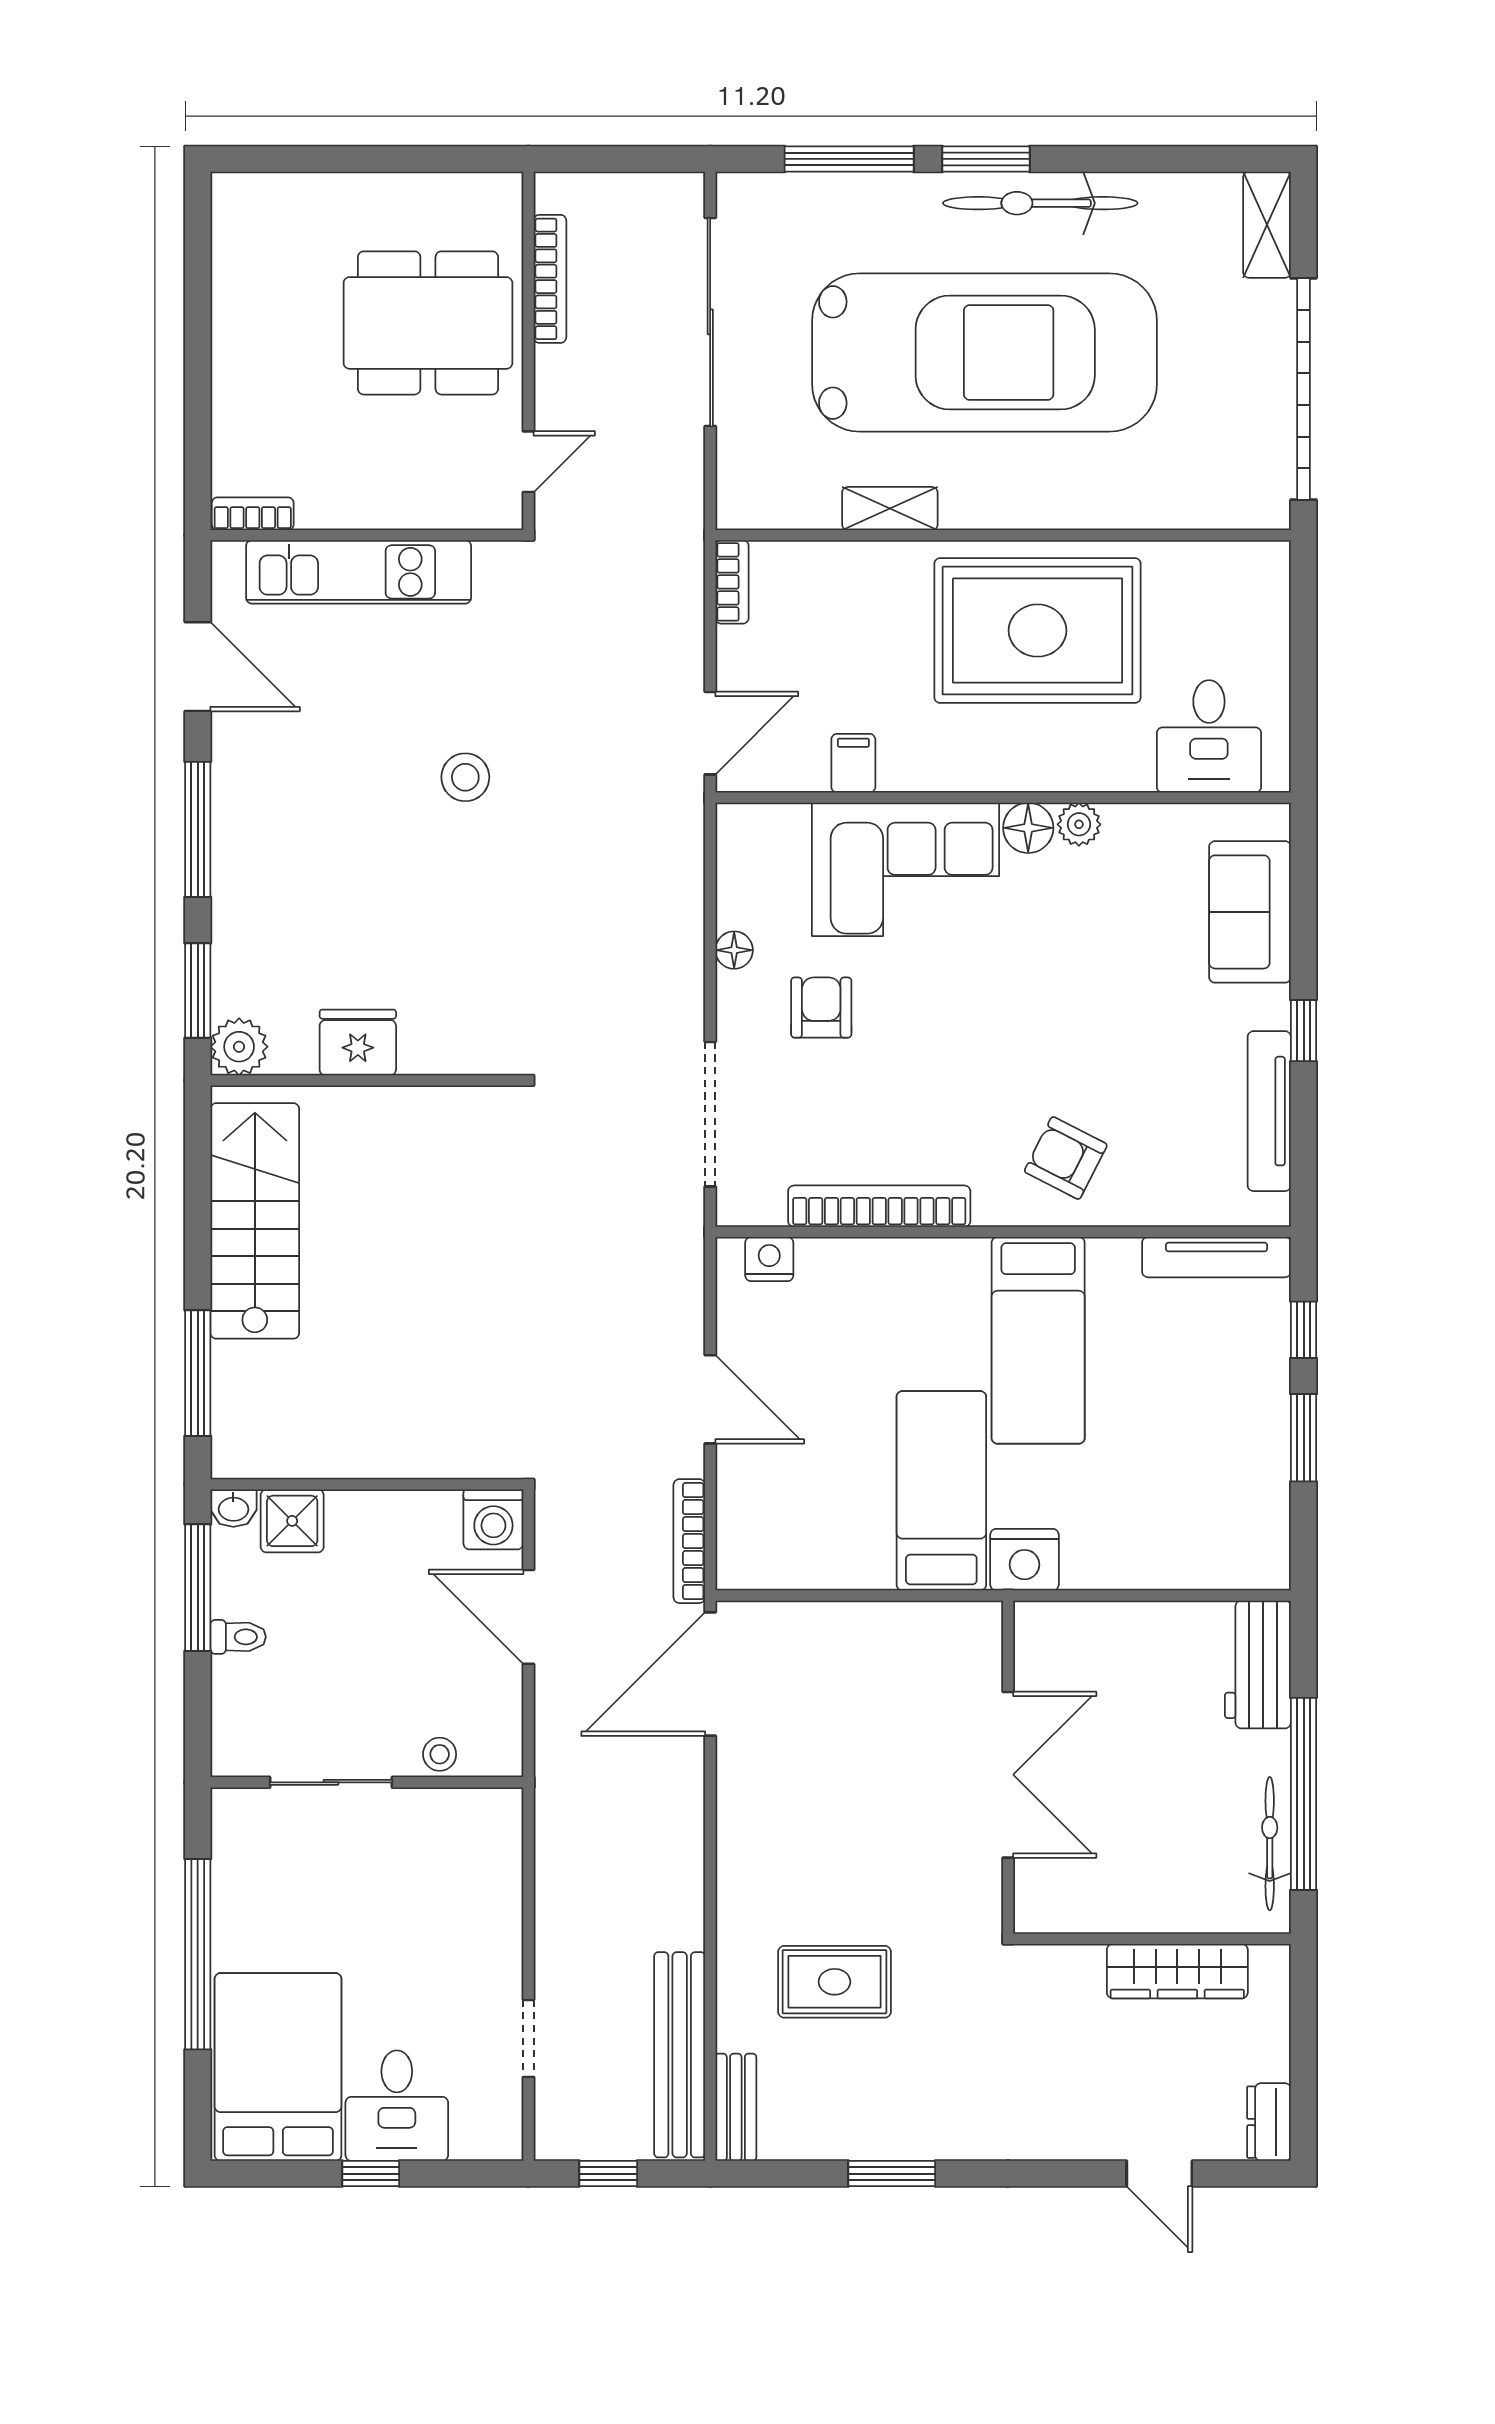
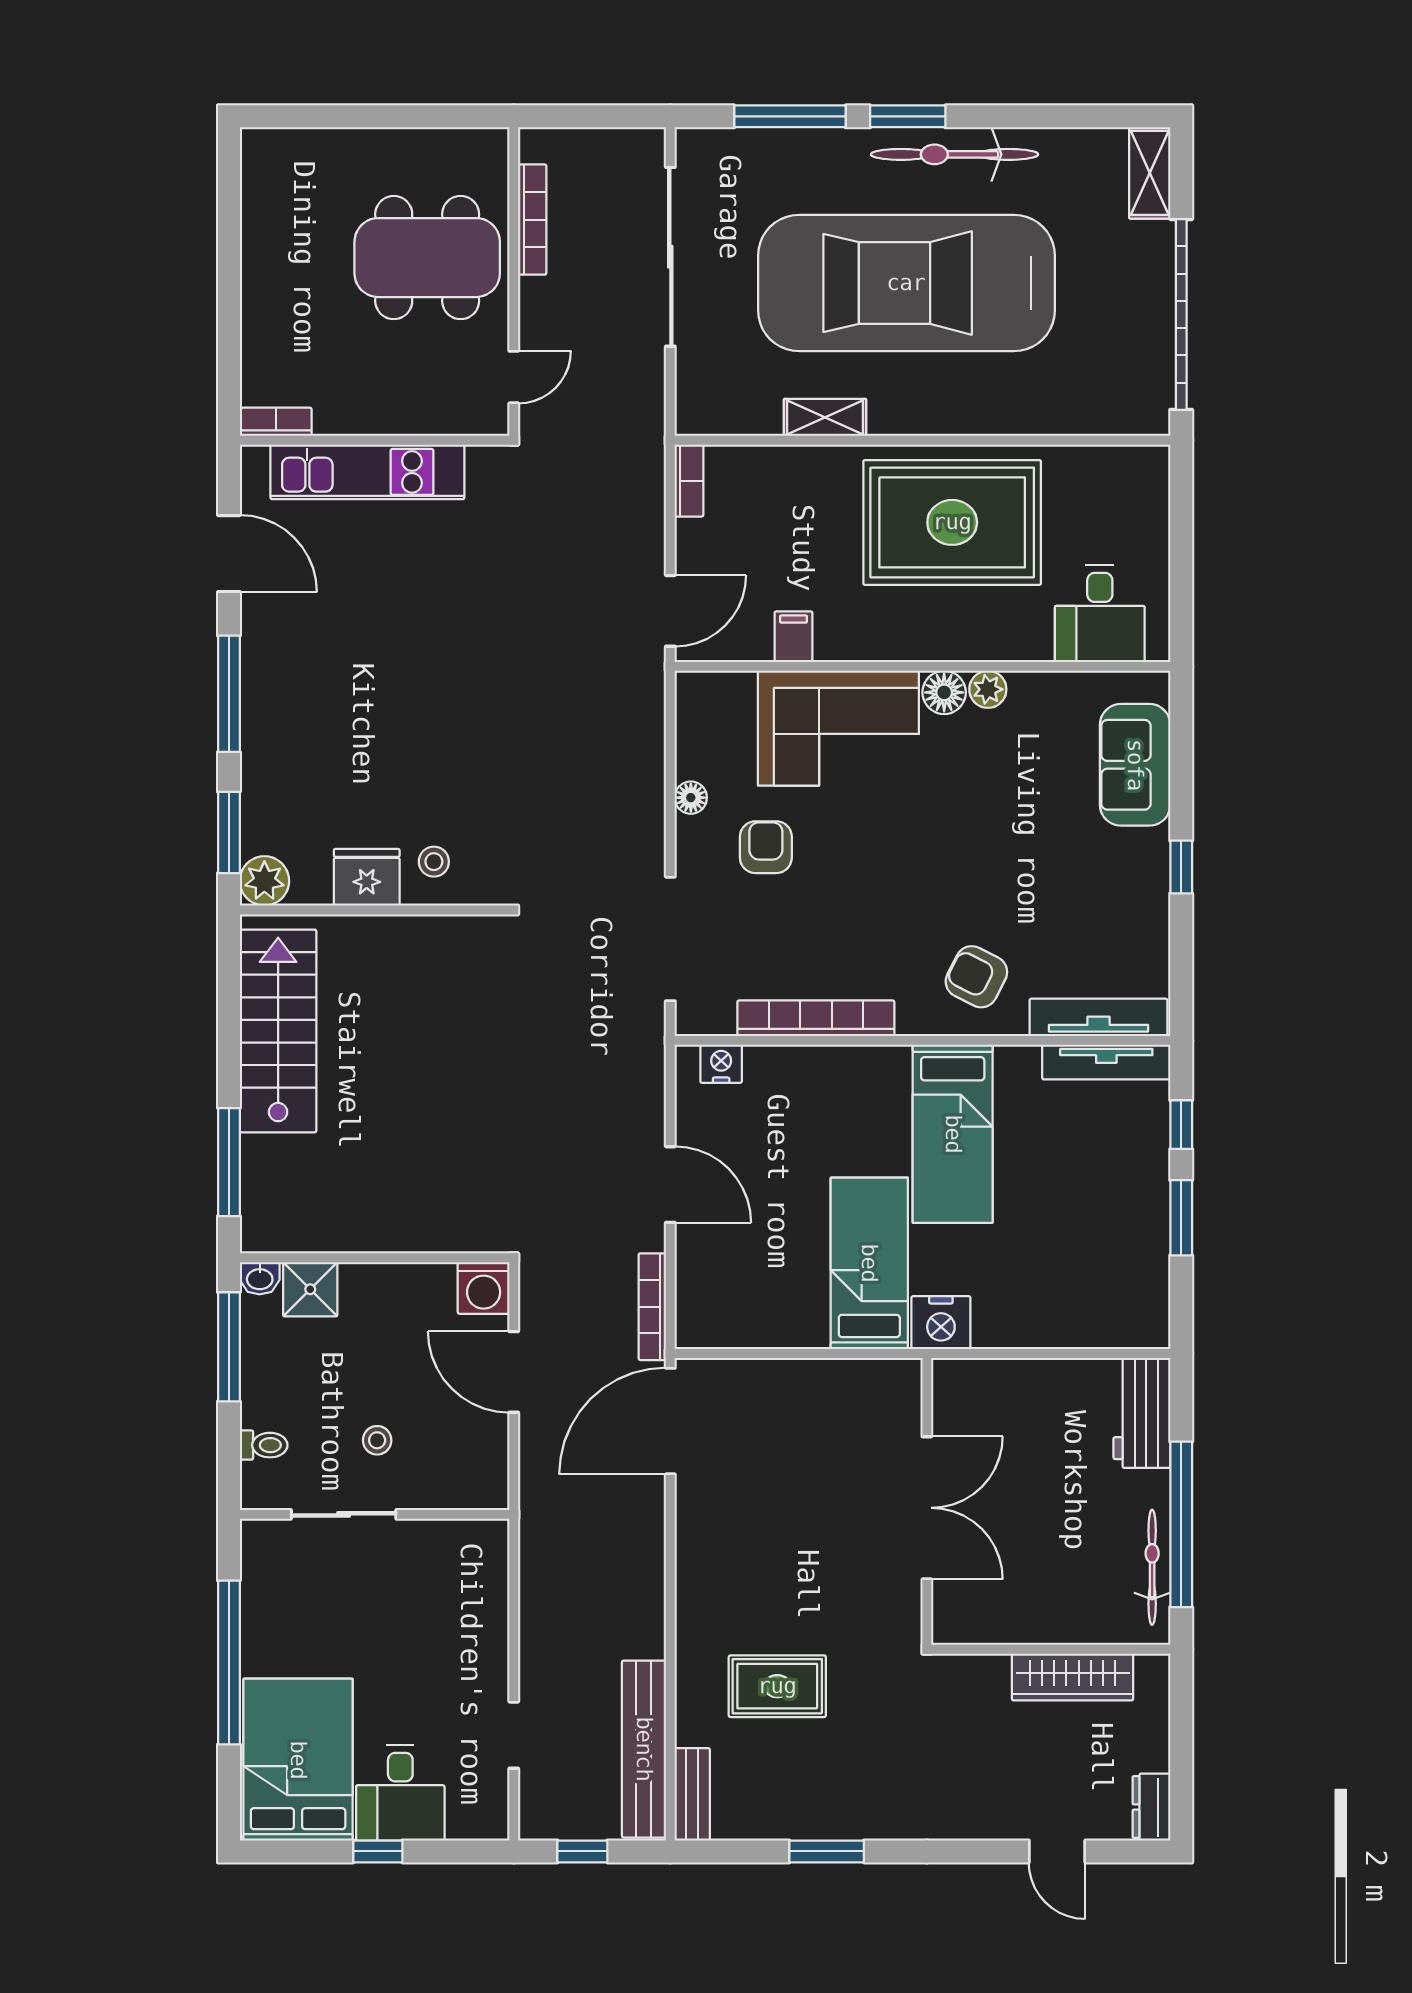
car: (984, 353) -> (906, 283), turned 180
stool: (465, 777) -> (434, 862), moved, width x0.73, depth x0.73
tv unit: (1269, 1111) -> (1098, 1017), moved, turned 90
toilet: (238, 1637) -> (264, 1445), moved
stool: (440, 1754) -> (377, 1440), moved

